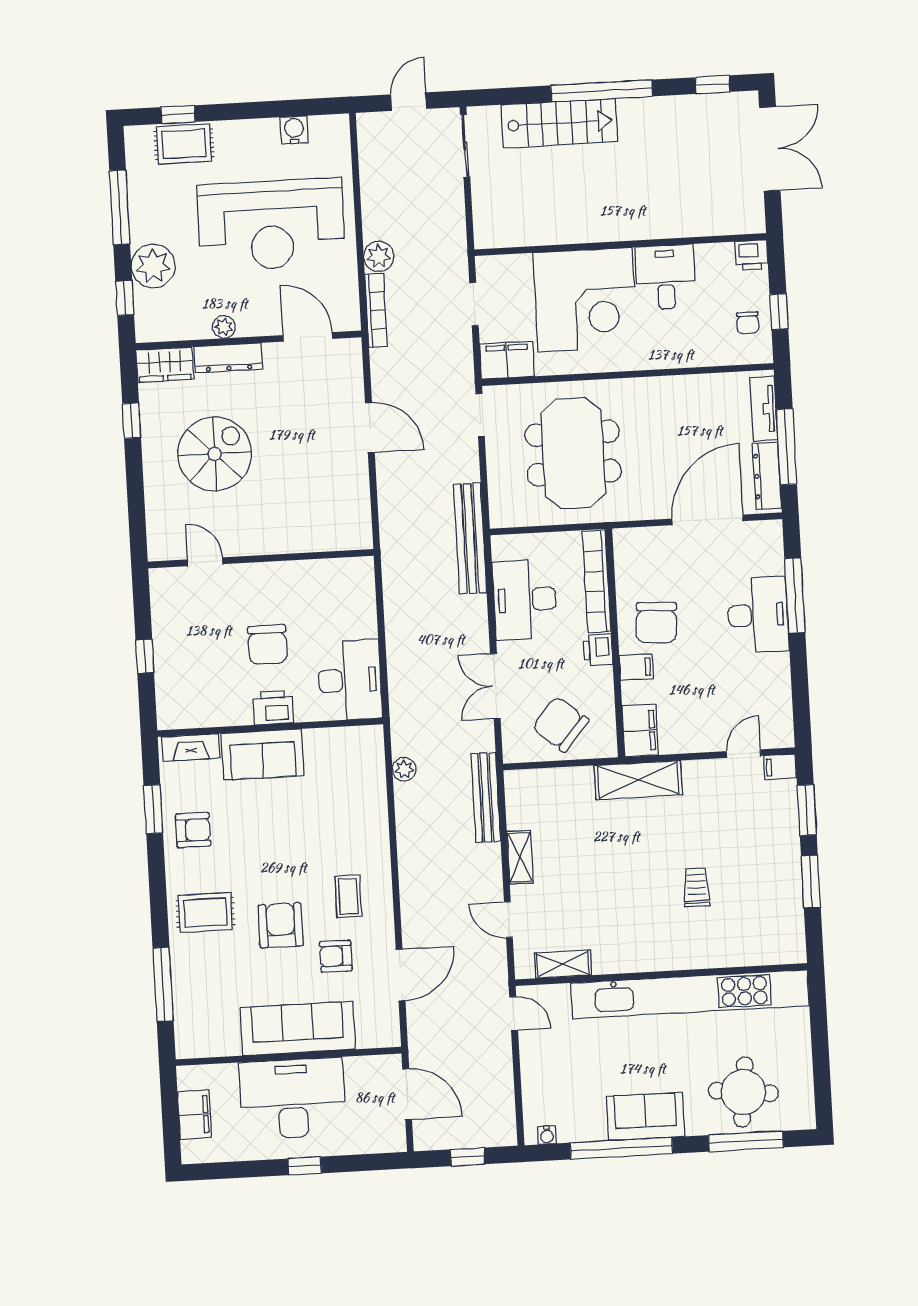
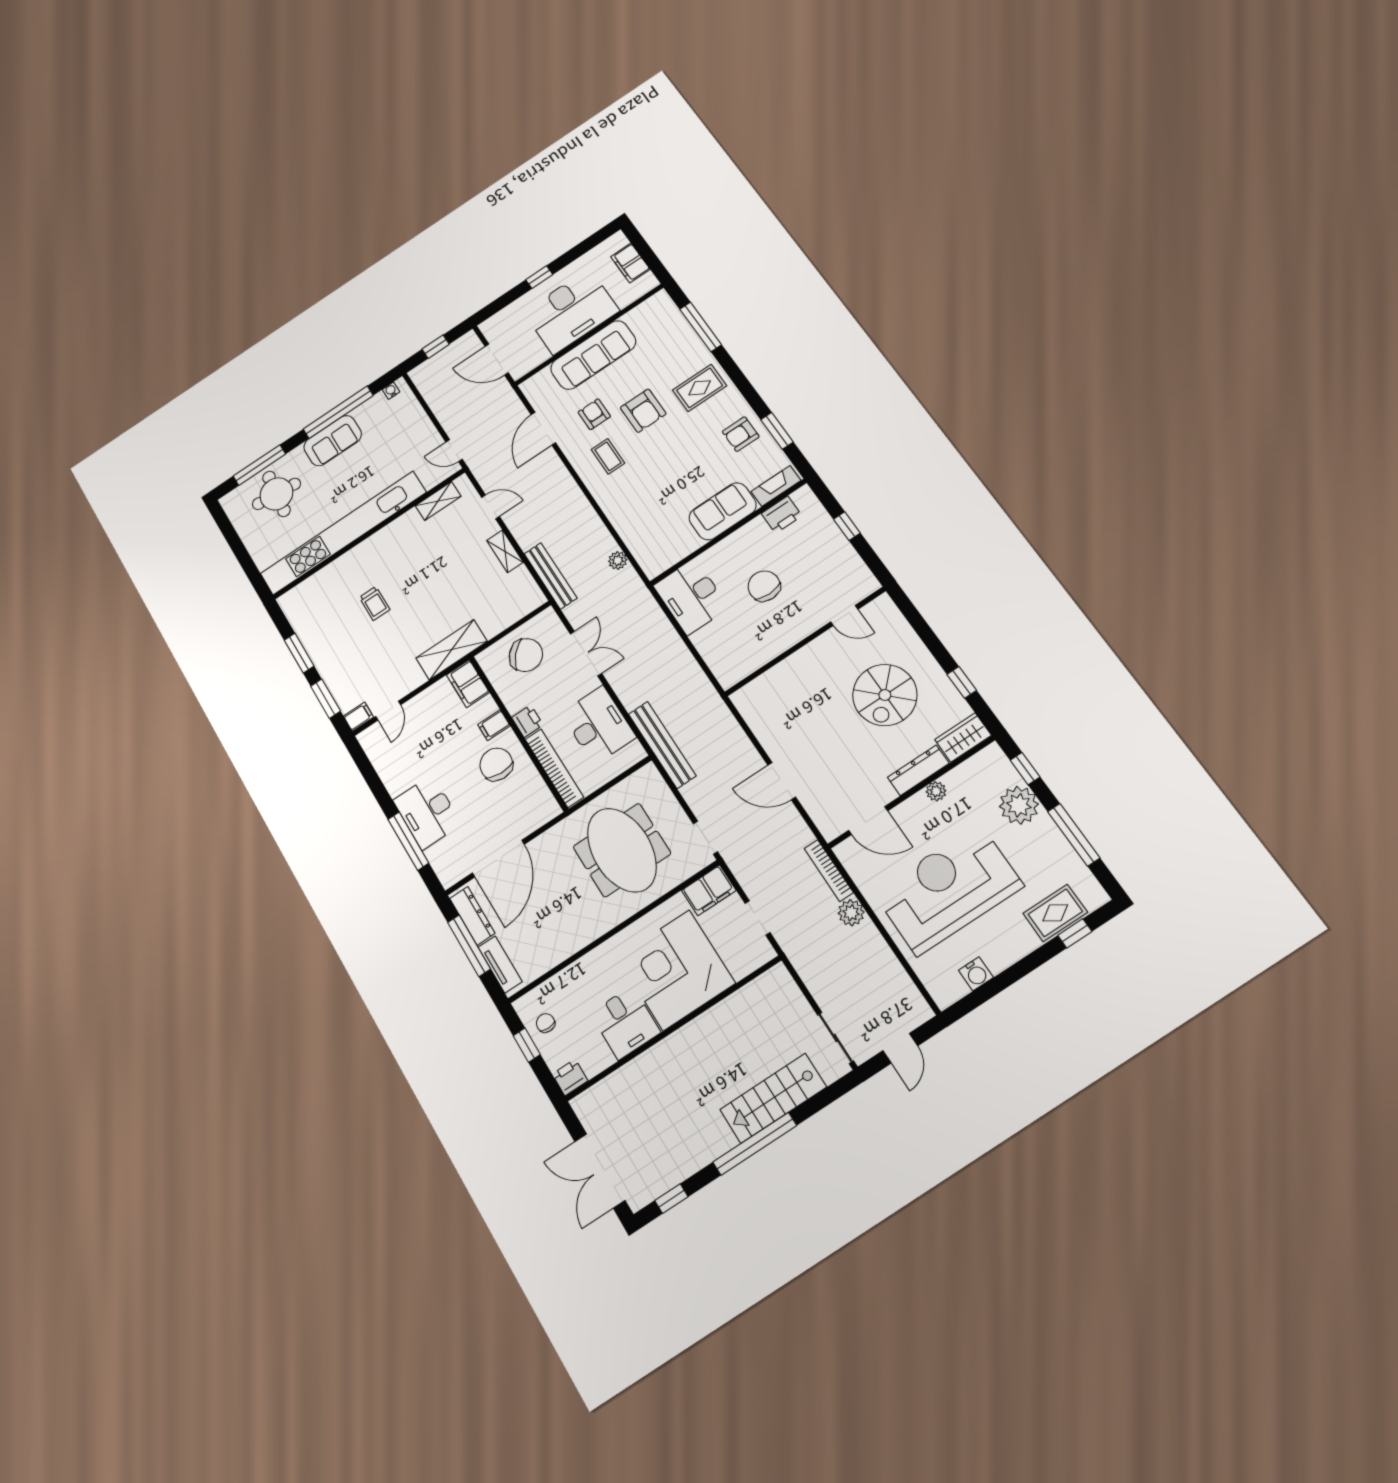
printer: (273, 708) -> (782, 515), moved
armchair: (336, 956) -> (594, 414), turned -90

